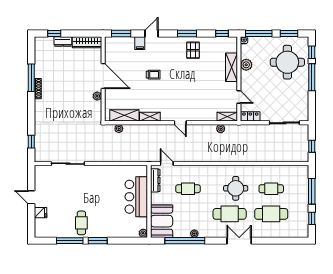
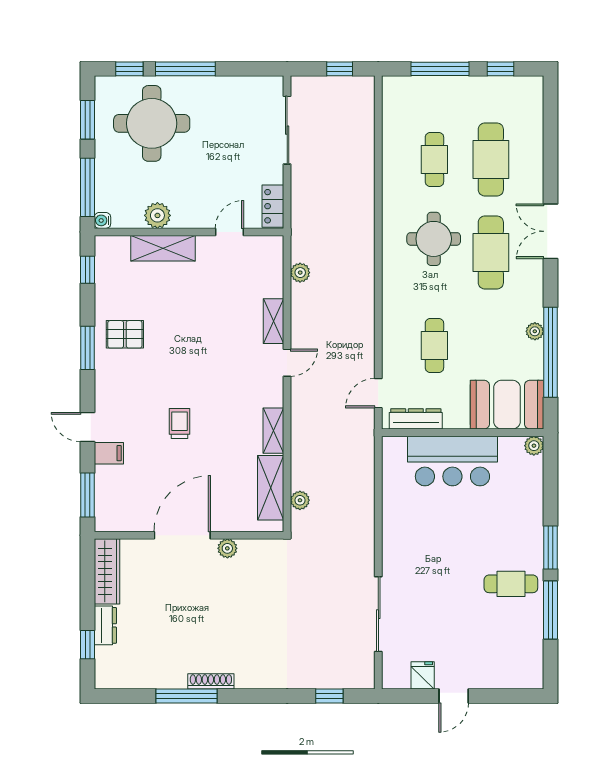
shelving: (227, 117) -> (274, 321), moved
fridge: (40, 213) -> (423, 675), moved

